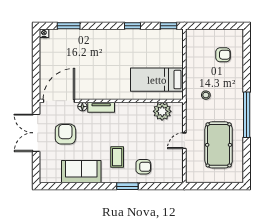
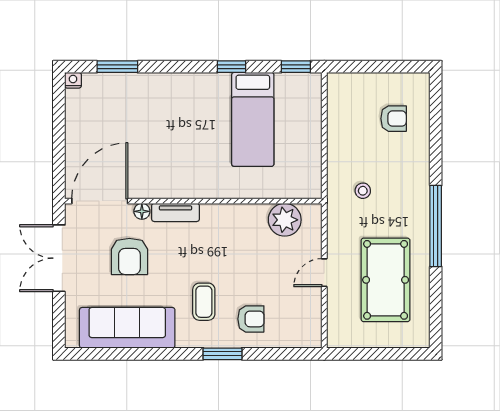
bed: (157, 80) -> (253, 119), moved, turned -90
armchair: (65, 134) -> (129, 256), moved, turned 180
sofa: (81, 172) -> (127, 328), width x1.36

